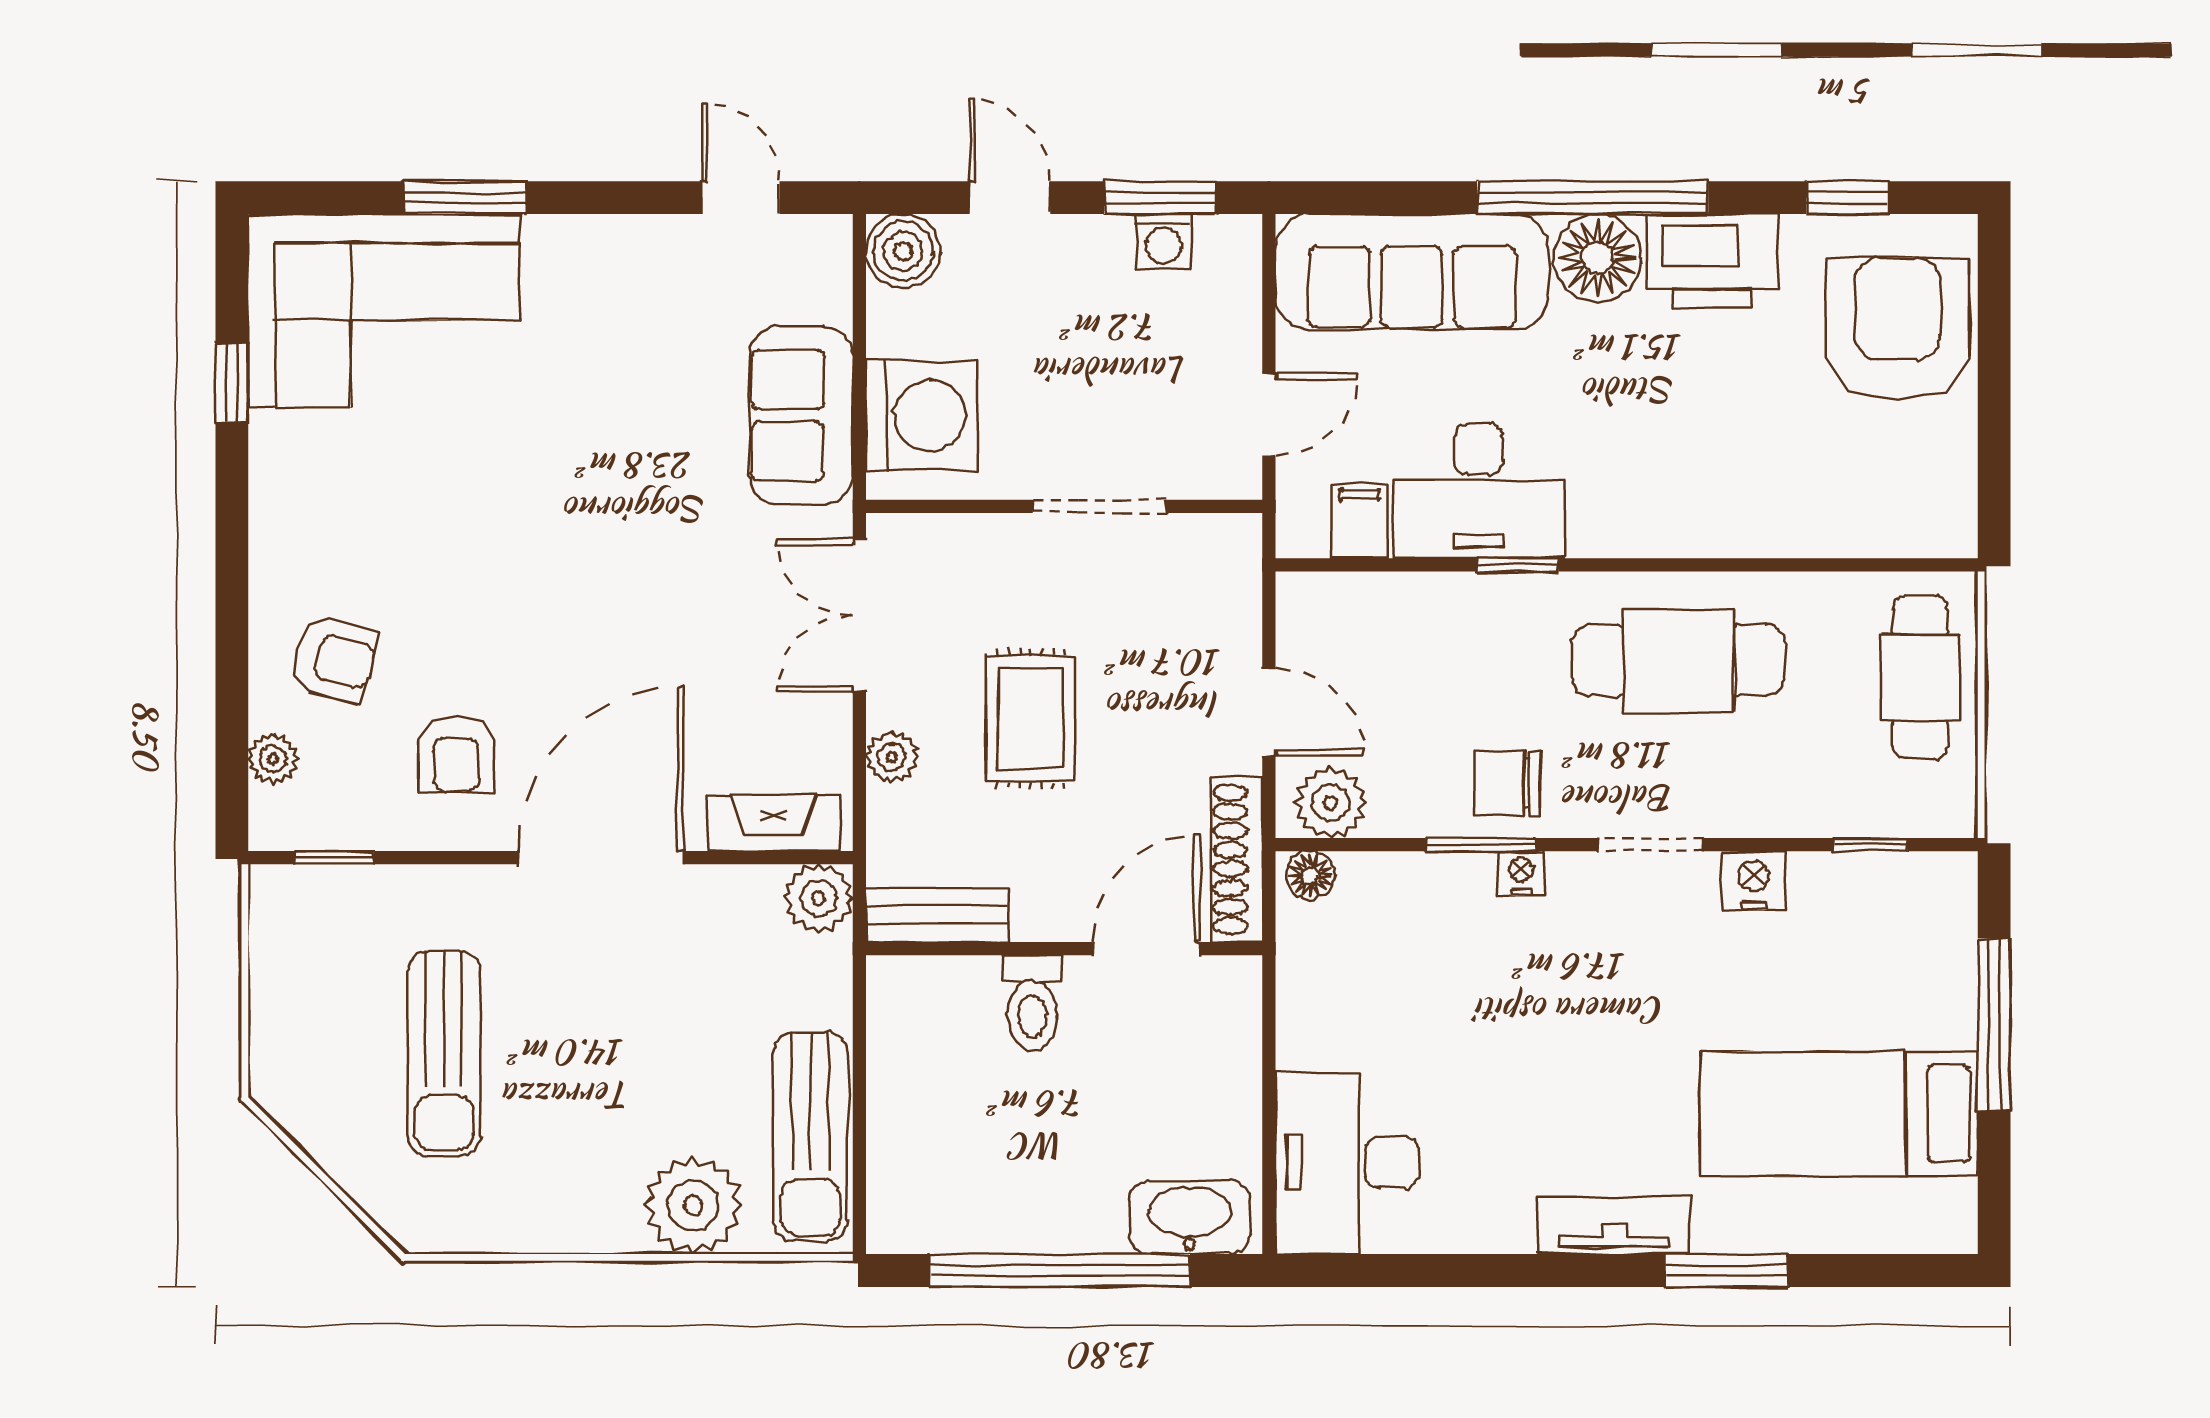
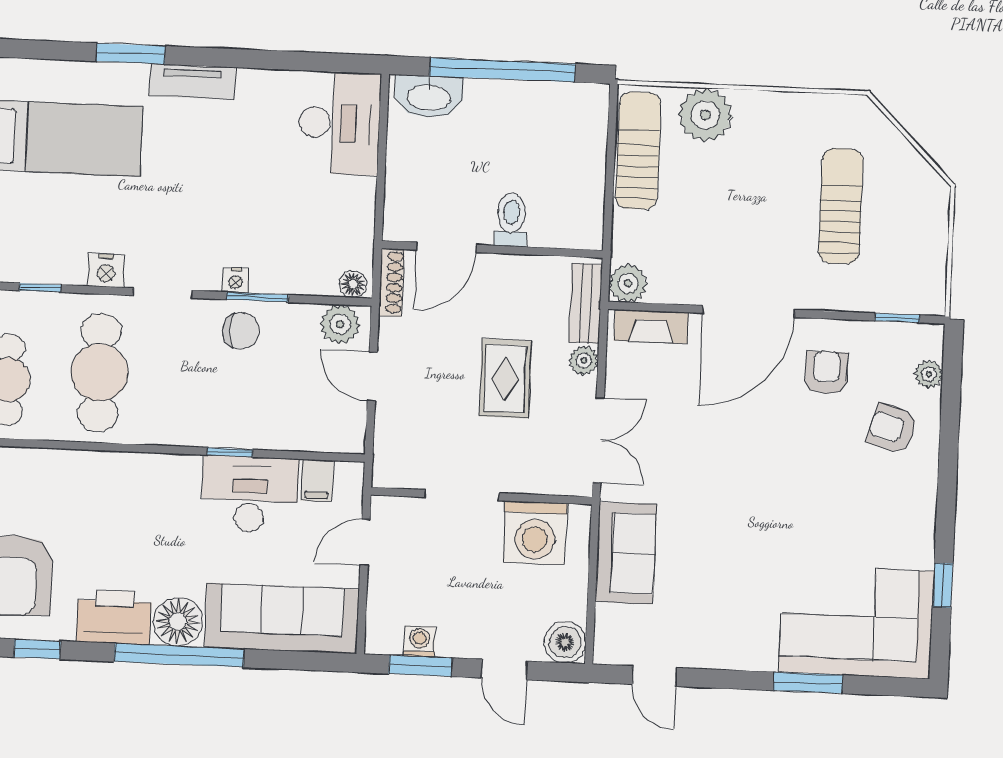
washing machine: (921, 416) -> (535, 533), moved, turned -90
cafe table: (1679, 660) -> (99, 372), moved, turned 90
shoe rack: (1237, 859) -> (391, 283), width x0.74, depth x0.81
bench: (937, 915) -> (586, 303), moved, turned 90

